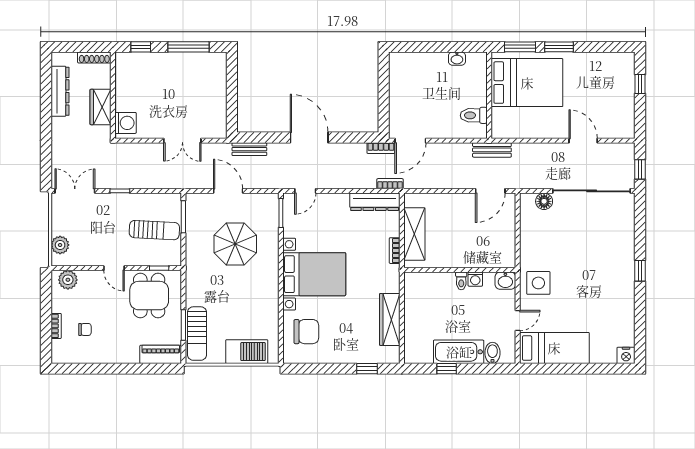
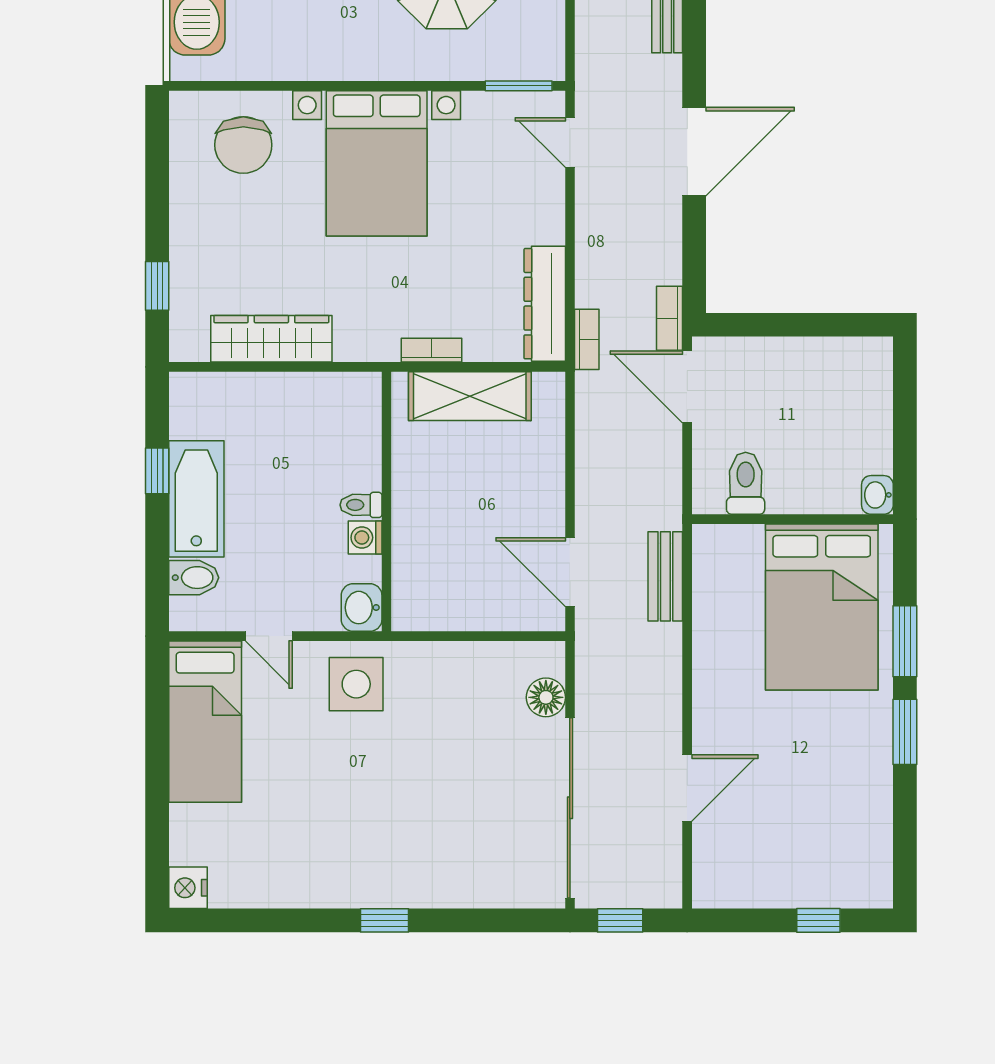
bed: (527, 83) -> (822, 607), moved
wall: (489, 95) -> (792, 519), moved
toilet: (474, 115) -> (746, 483), moved

